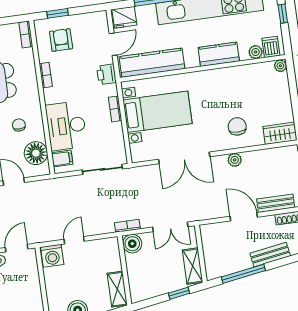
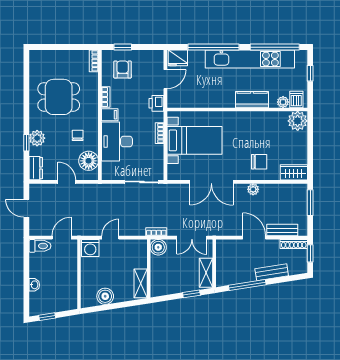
kitchen counter: (152, 63) -> (196, 99), removed
plant: (280, 66) -> (298, 121), width x1.87, depth x1.87
chair: (237, 126) -> (259, 162), turned 90
filing cabinet: (62, 159) -> (110, 115), moved

